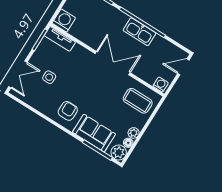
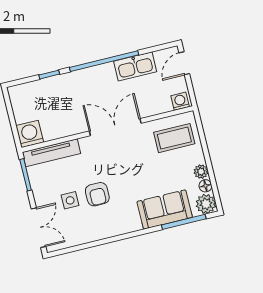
kitchen sink: (139, 32) -> (135, 66), moved
tv unit: (60, 39) -> (52, 153), width x1.41
armchair: (68, 111) -> (97, 194), moved, turned 180

